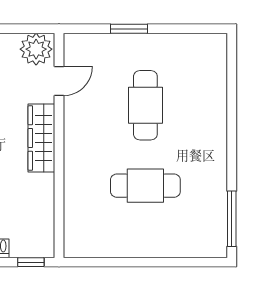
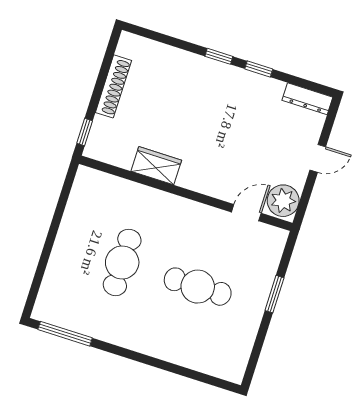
door: (59, 81) -> (246, 213), swing flipped
wardrobe: (41, 138) -> (156, 166), moved, width x0.67

